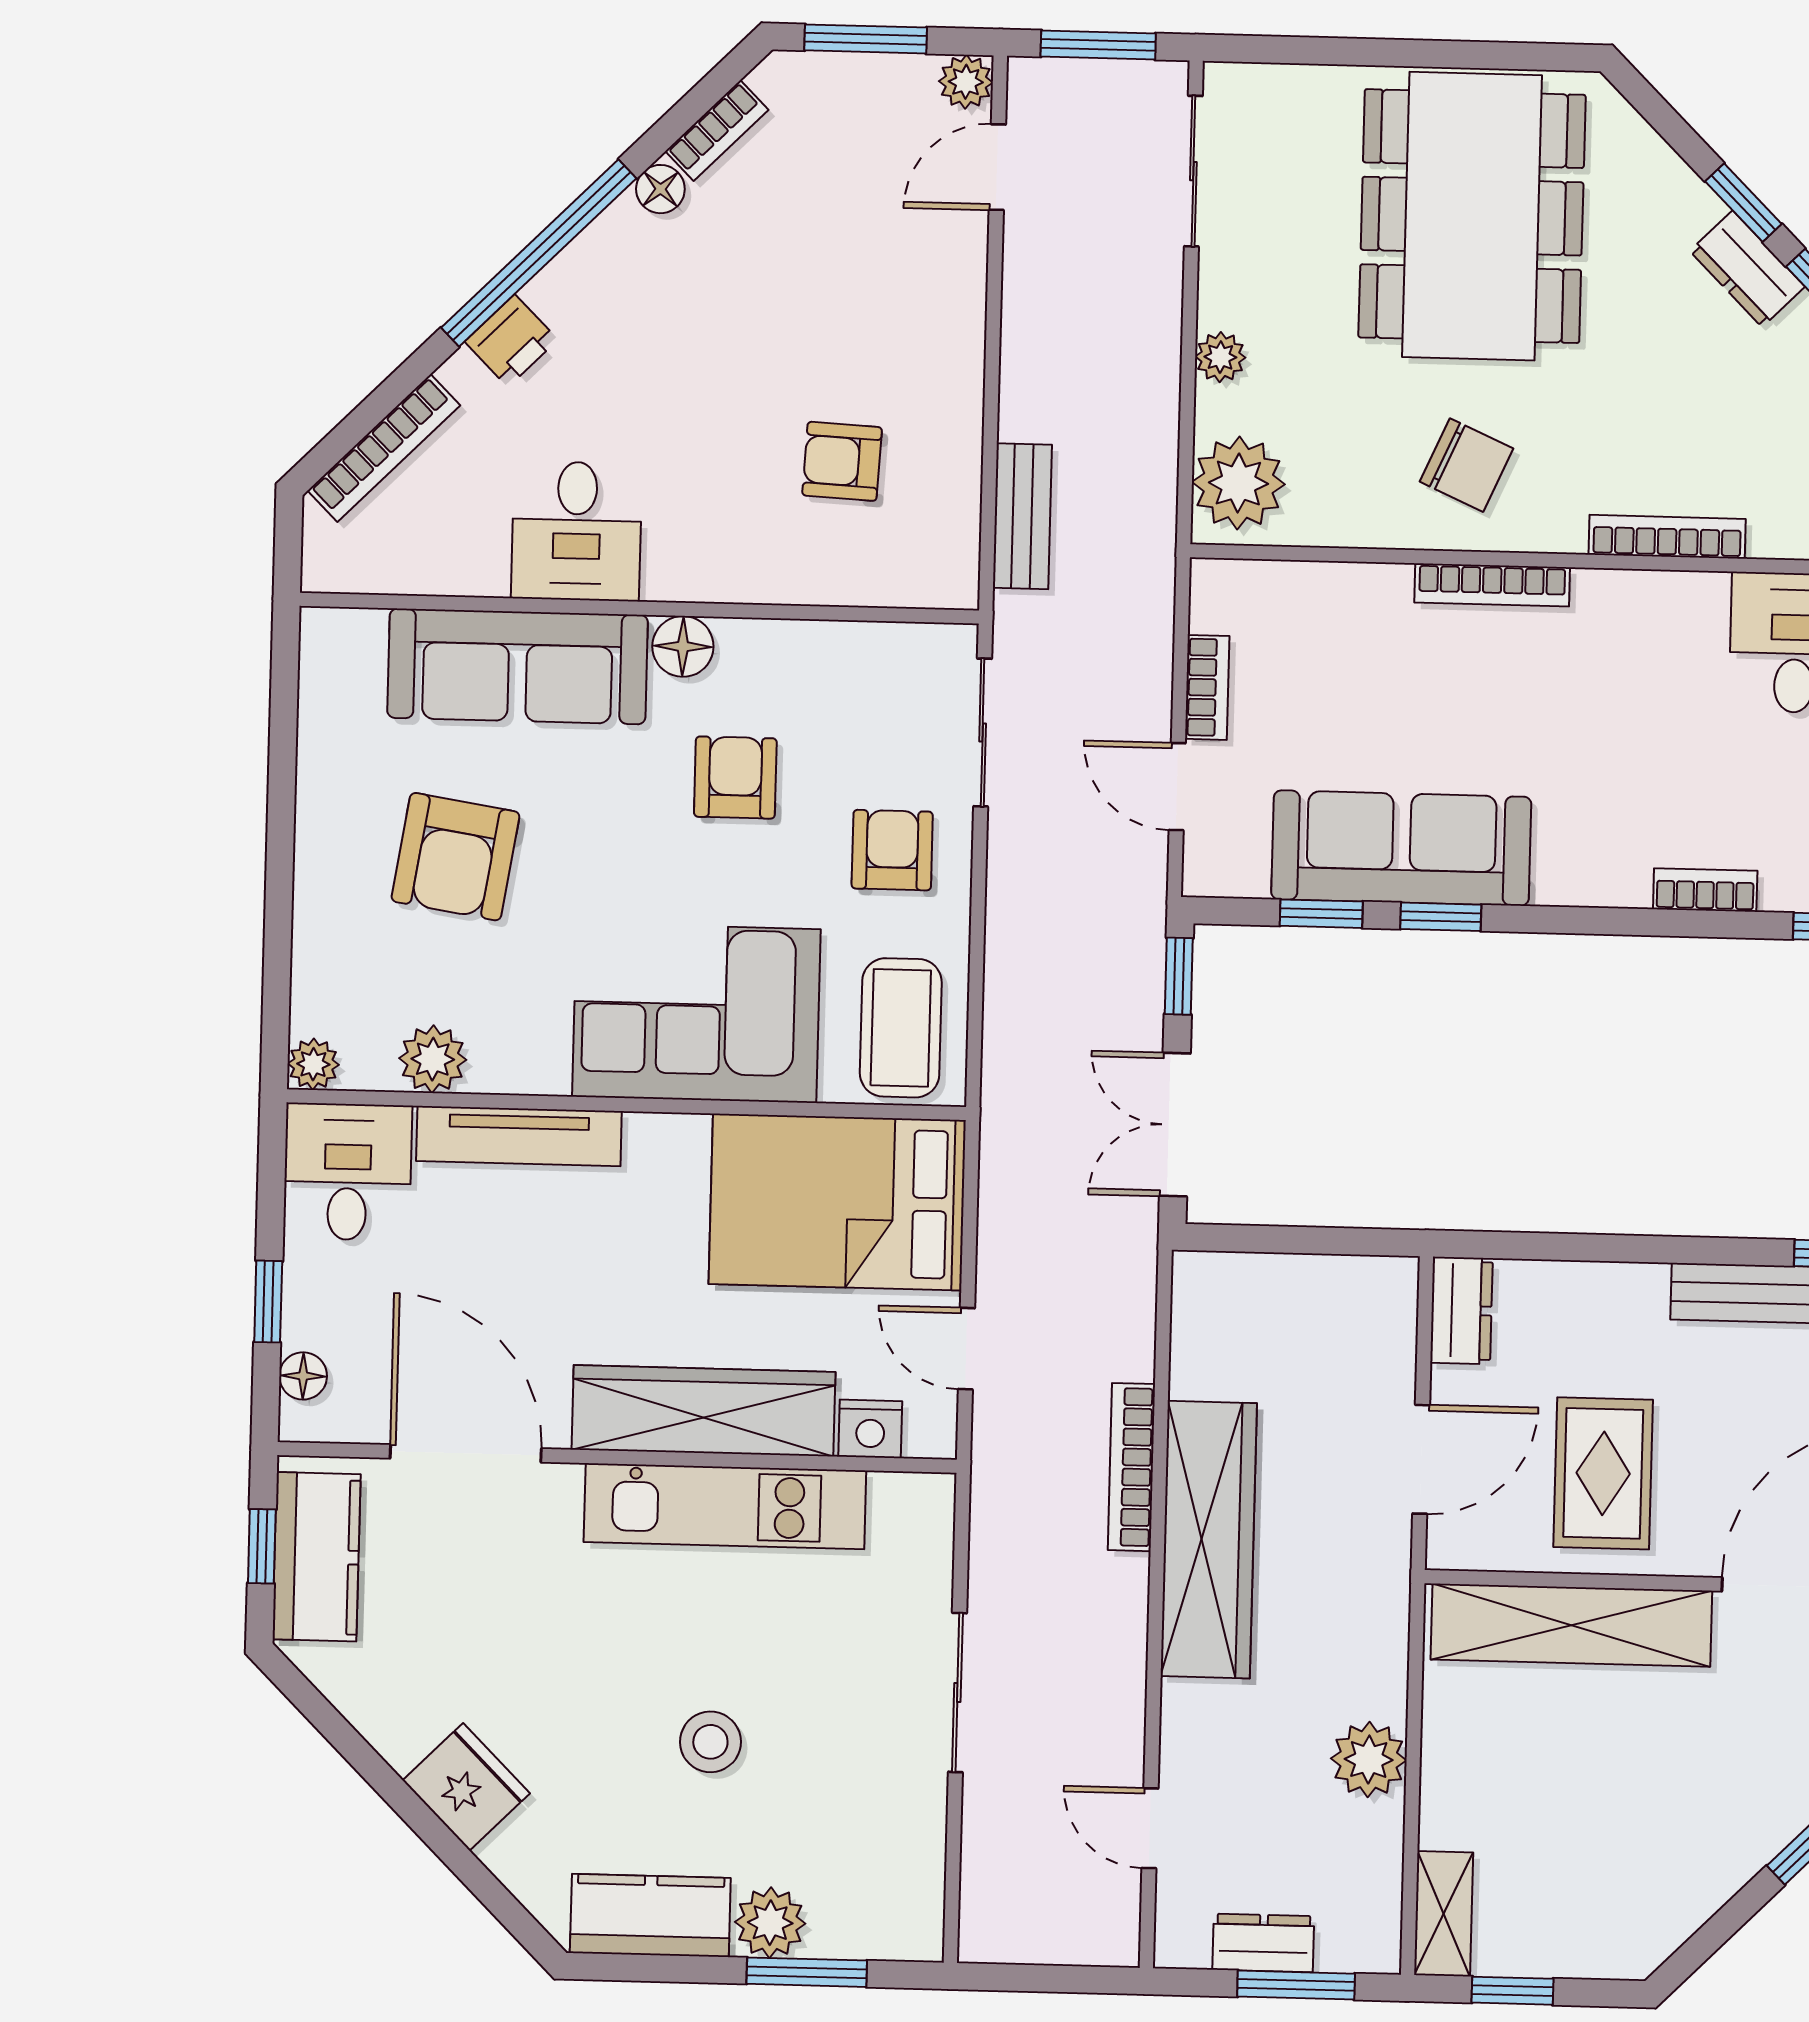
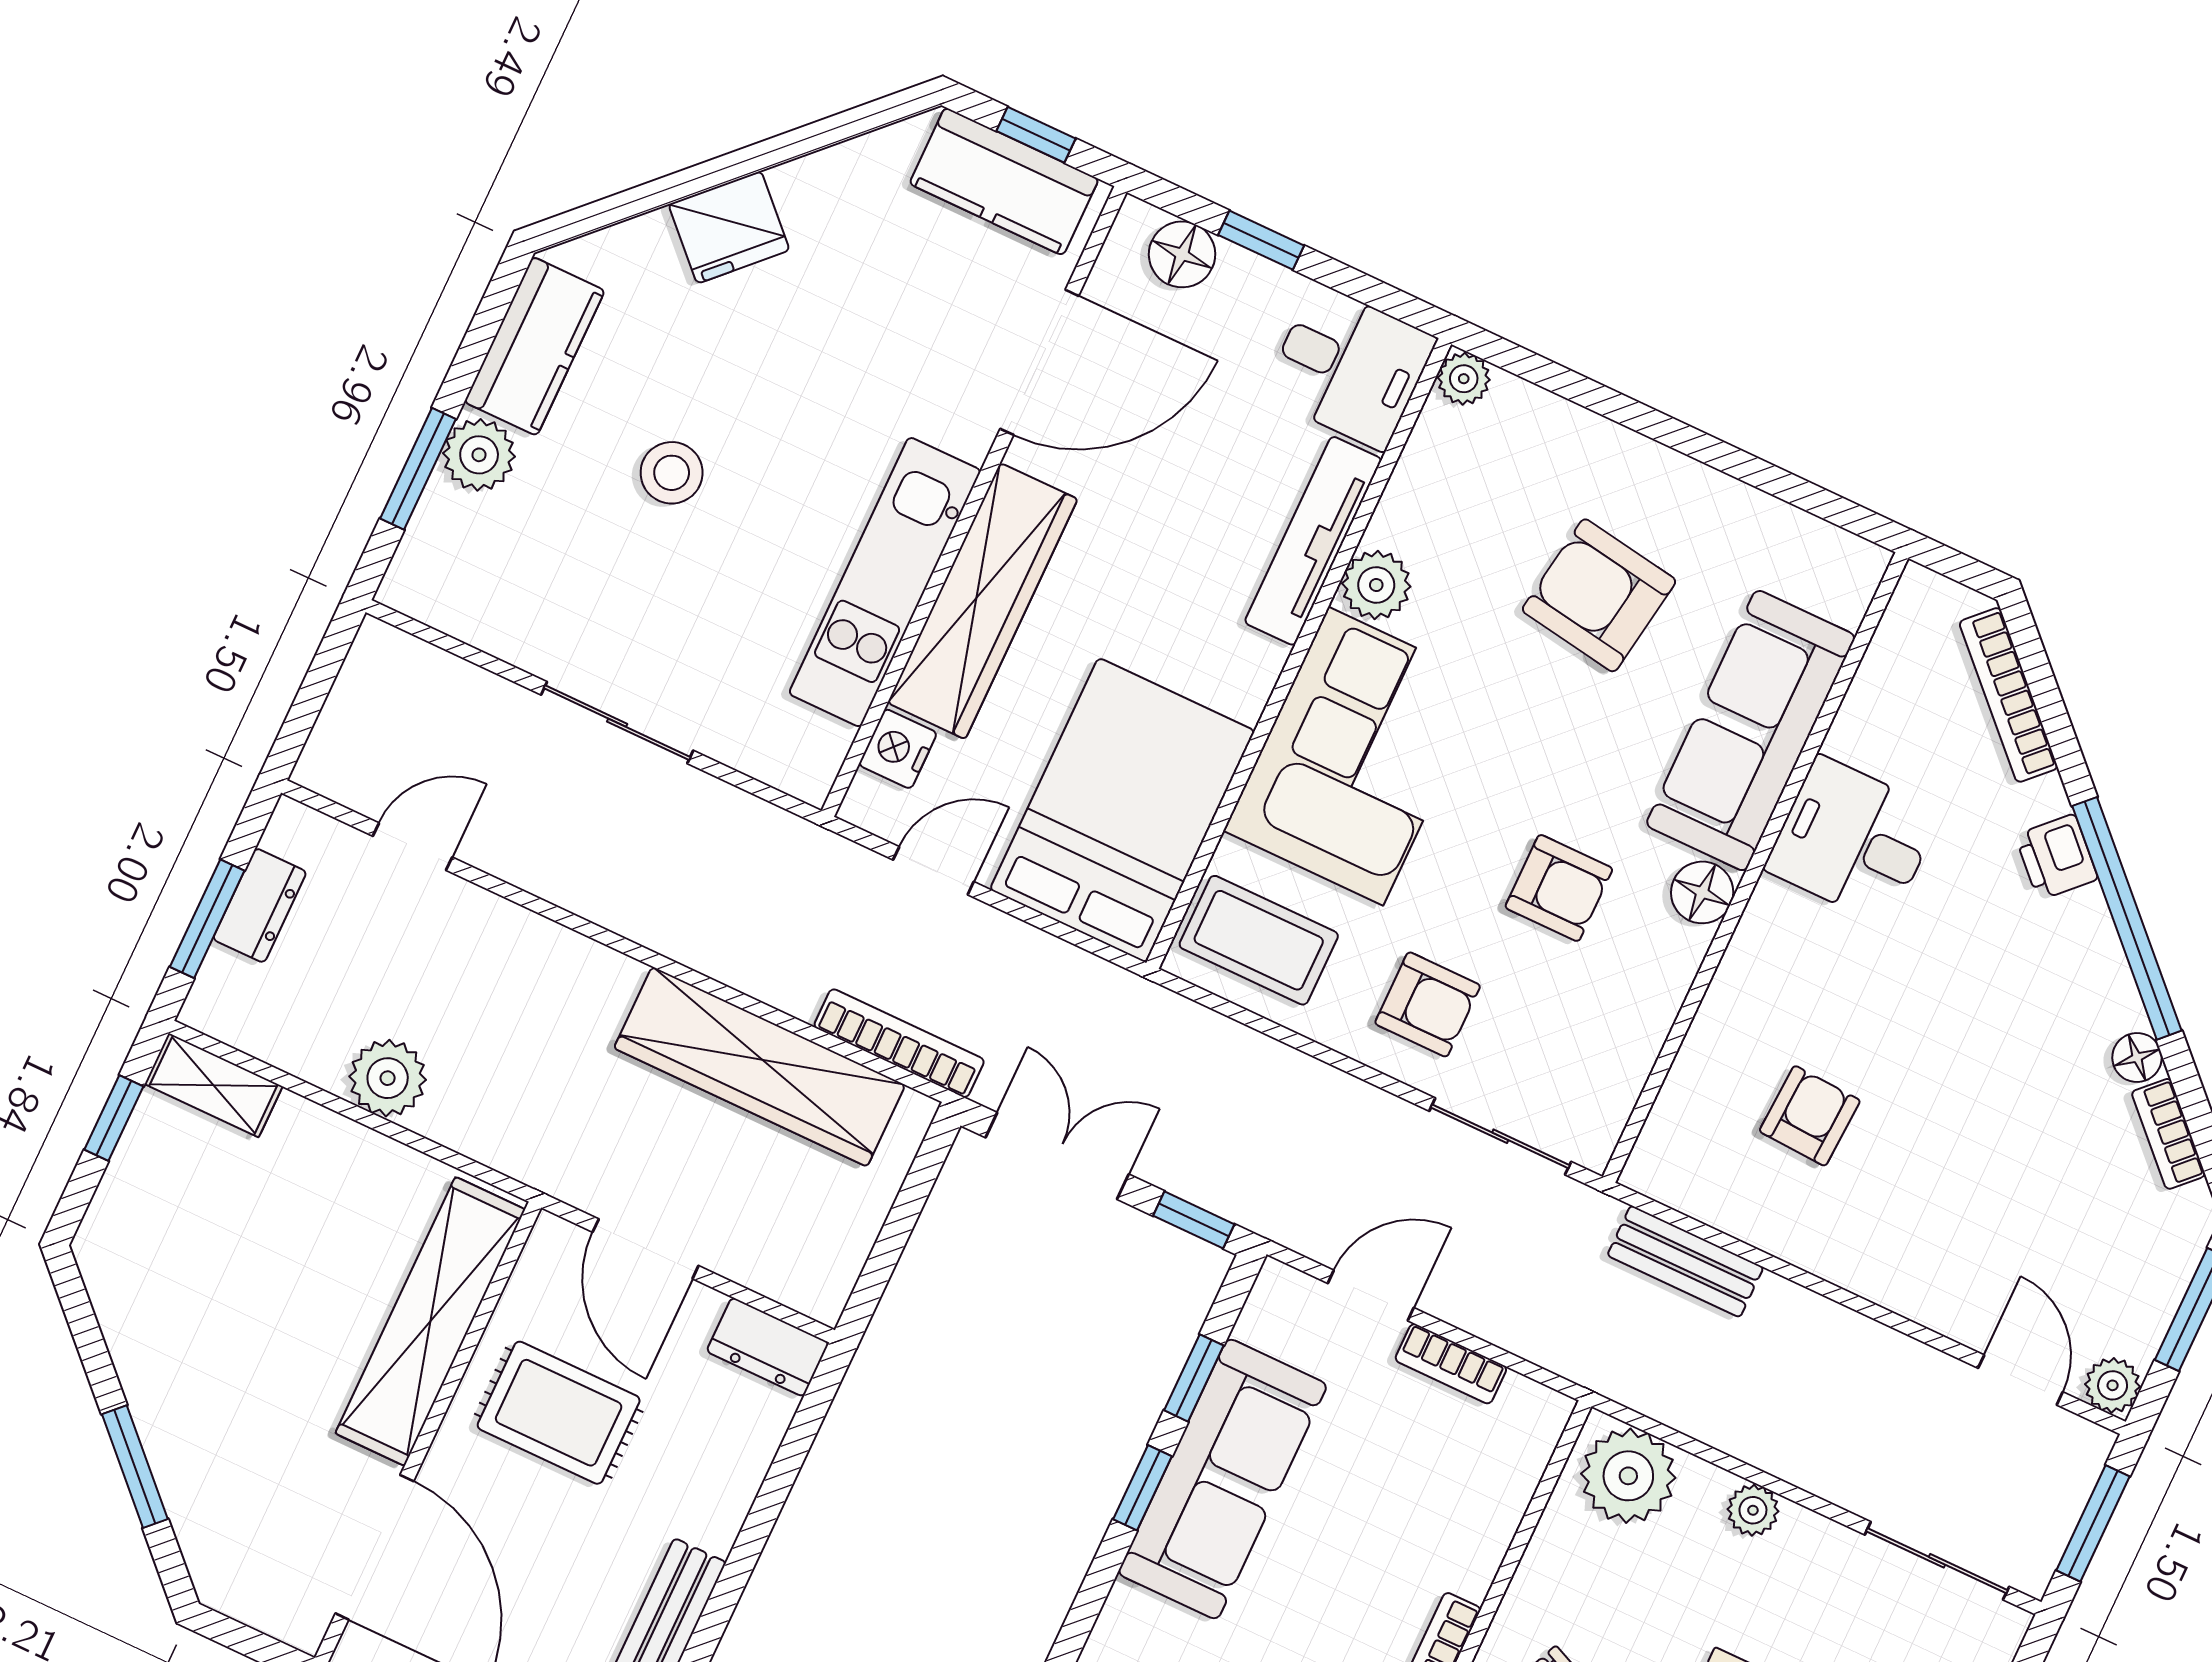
plant: (433, 1059) -> (1376, 585), moved
floor lamp: (303, 1376) -> (1182, 254), width x1.37, depth x1.37
bookcase: (1131, 1467) -> (899, 1043), moved
wardrobe: (1209, 1540) -> (760, 1067), moved

